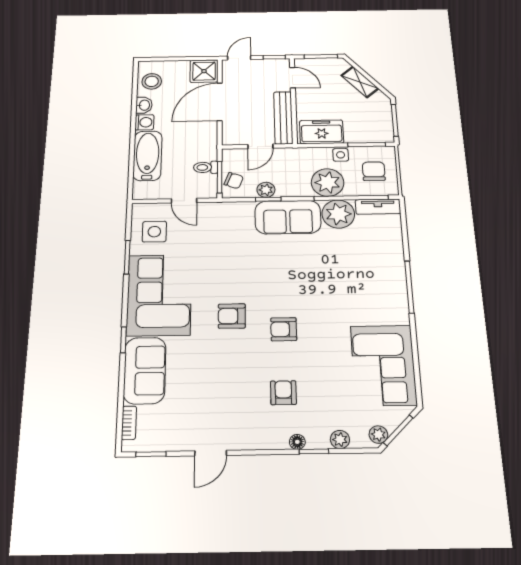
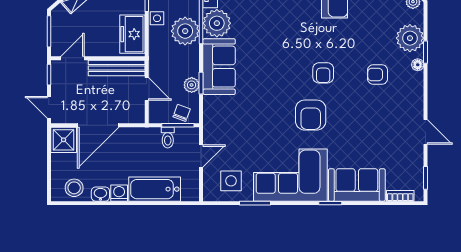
door: (220, 102) -> (98, 125), hinge flipped
armchair: (232, 316) -> (311, 115), width x1.38, depth x1.38
plant: (340, 439) -> (410, 38), width x1.88, depth x1.88

